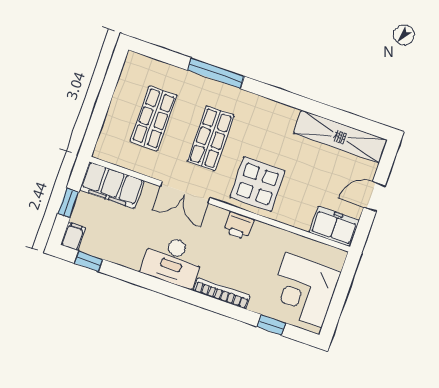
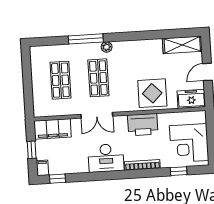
plant: (242, 98) -> (107, 47), added
shelving: (340, 137) -> (182, 45), width x0.68
display table: (257, 184) -> (152, 93), moved
printer: (239, 225) -> (143, 125), width x1.87, depth x1.48

